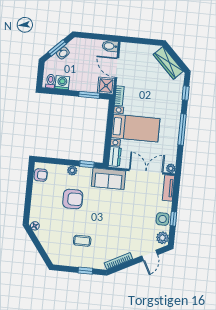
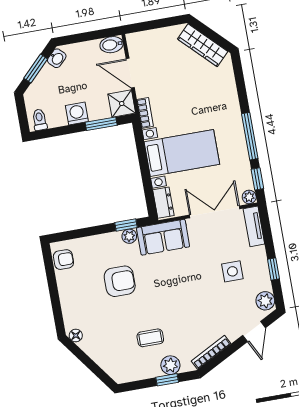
washbasin: (63, 53) -> (57, 58), moved
washing machine: (62, 83) -> (77, 114), moved
window: (186, 93) -> (257, 179), moved
plant: (72, 170) -> (129, 236), moved
side table: (163, 219) -> (232, 271), moved
plant: (90, 262) -> (170, 365), added

